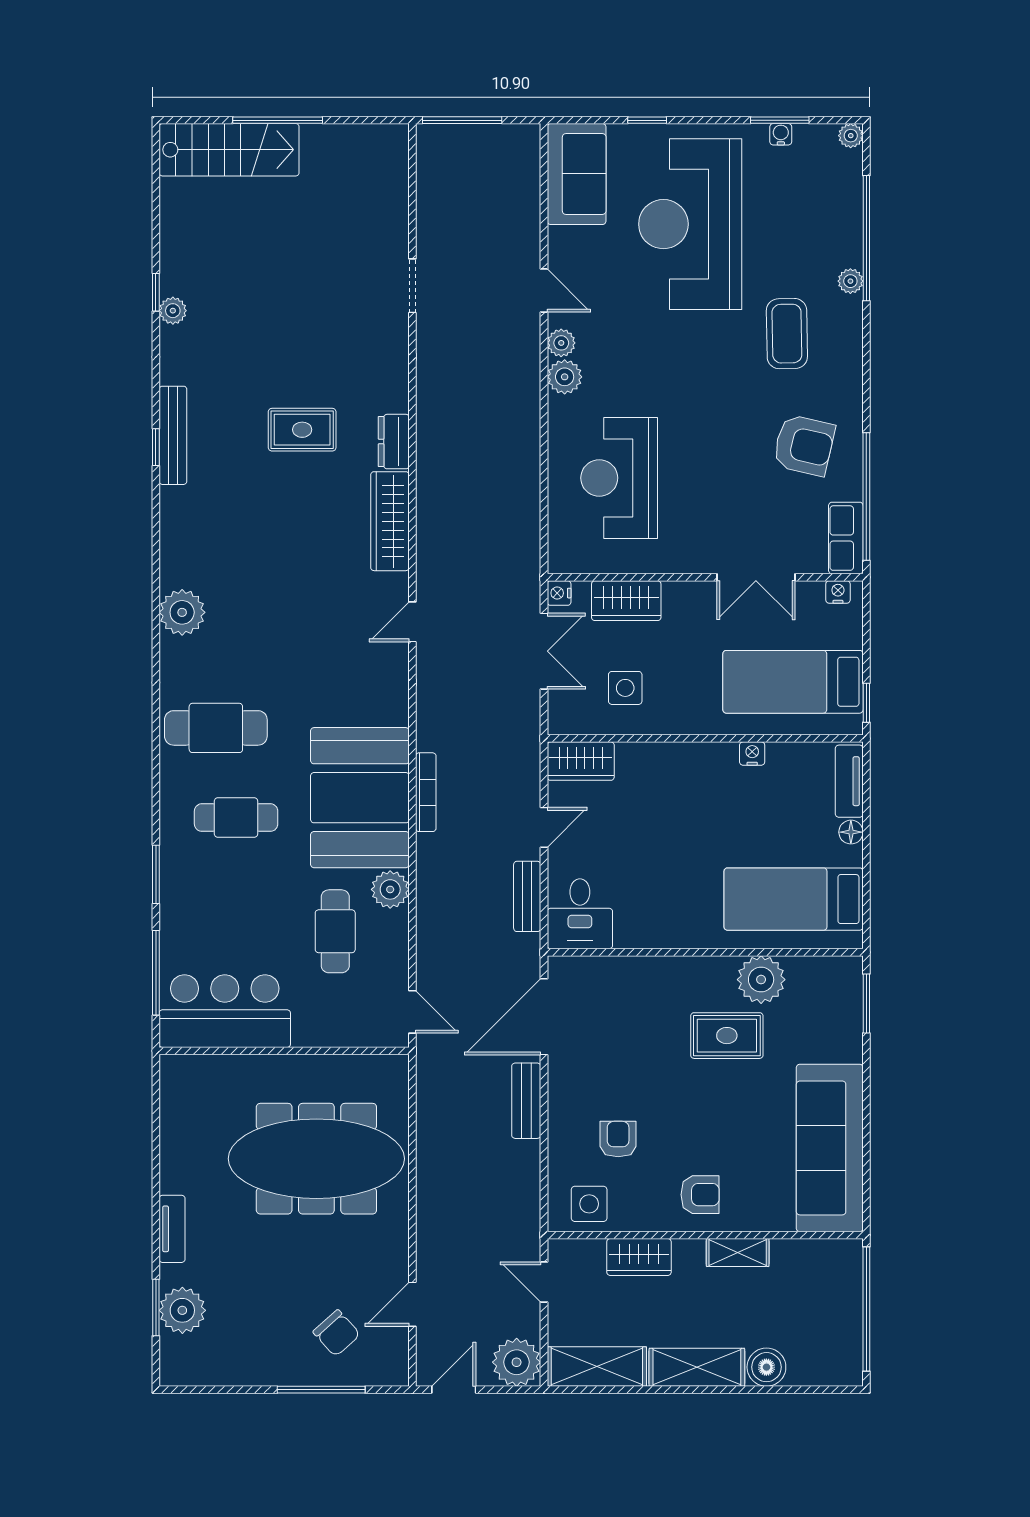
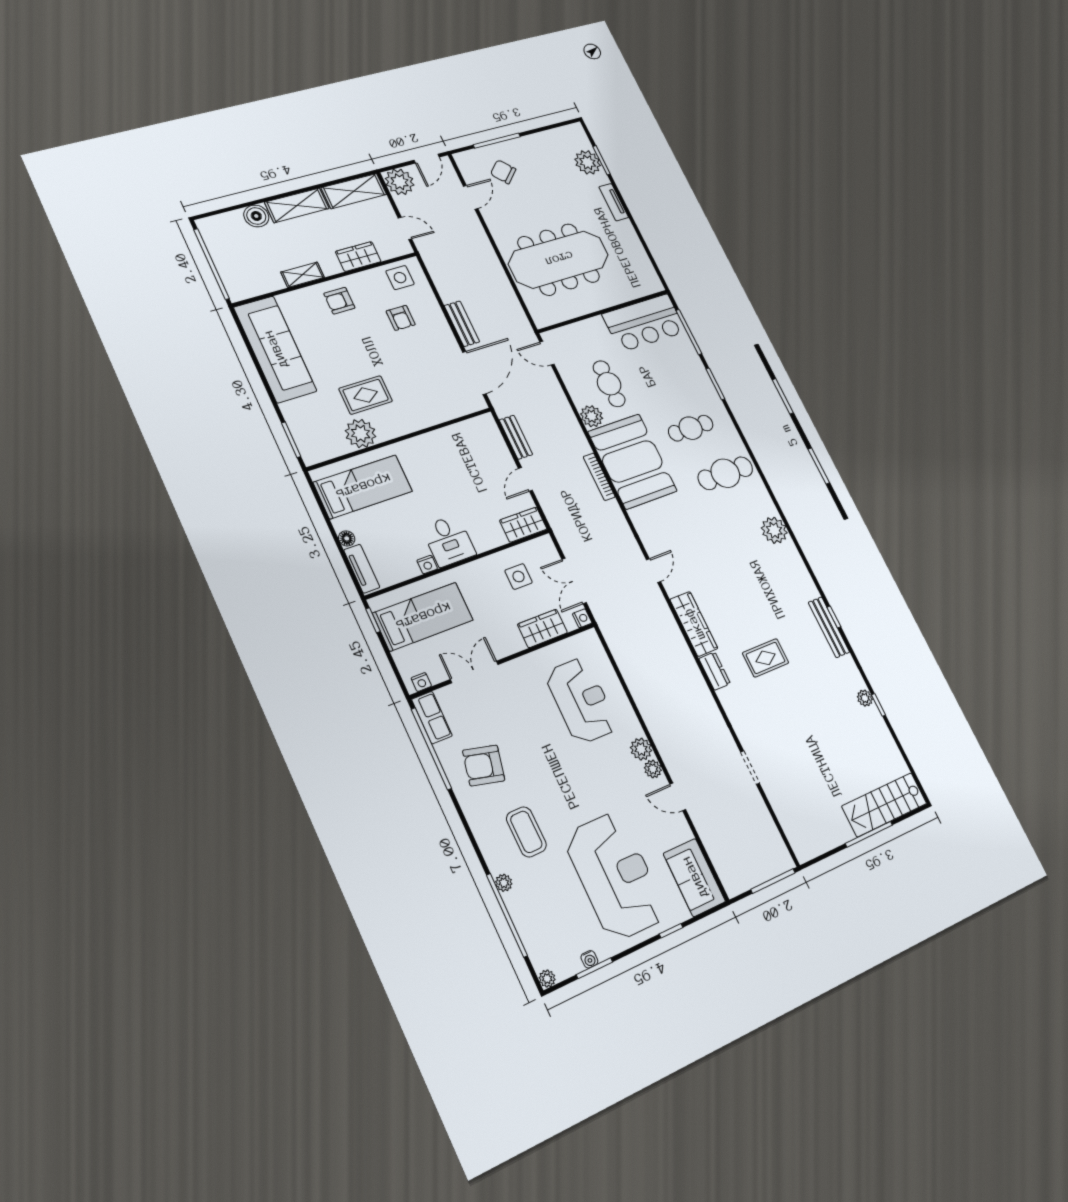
desk: (580, 914) -> (449, 541), moved, turned 180

